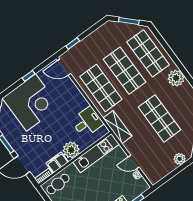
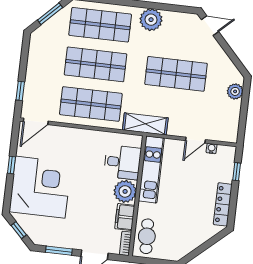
desk: (87, 122) -> (122, 162), moved, turned 90

